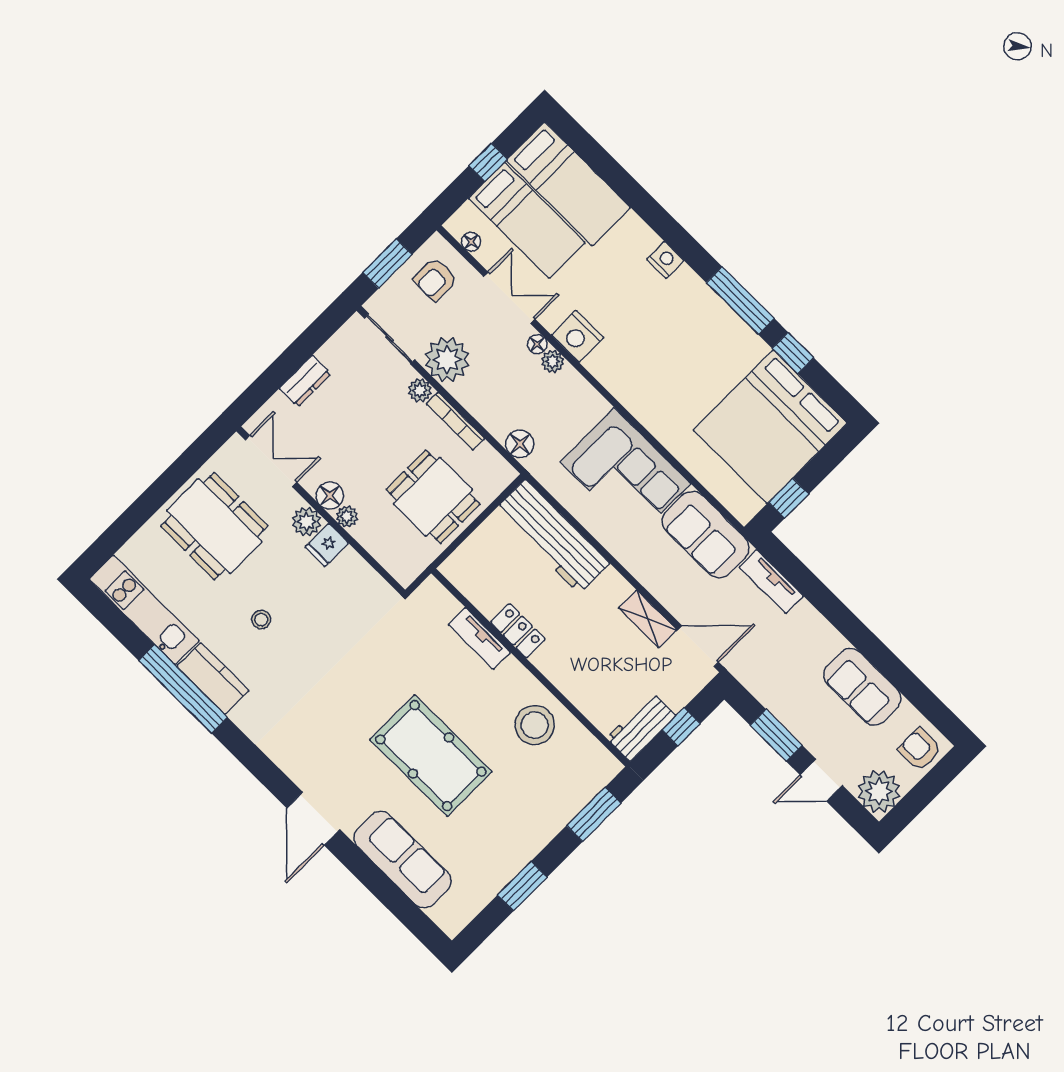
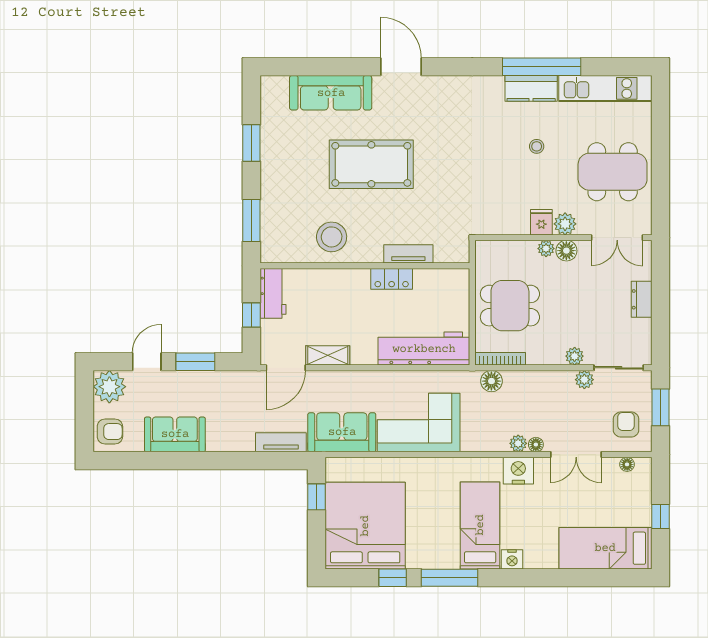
bed: (527, 220) -> (480, 525), moved, turned 90
plant: (447, 360) -> (584, 380), width x0.53, depth x0.53
bookcase: (455, 421) -> (500, 359), moved

